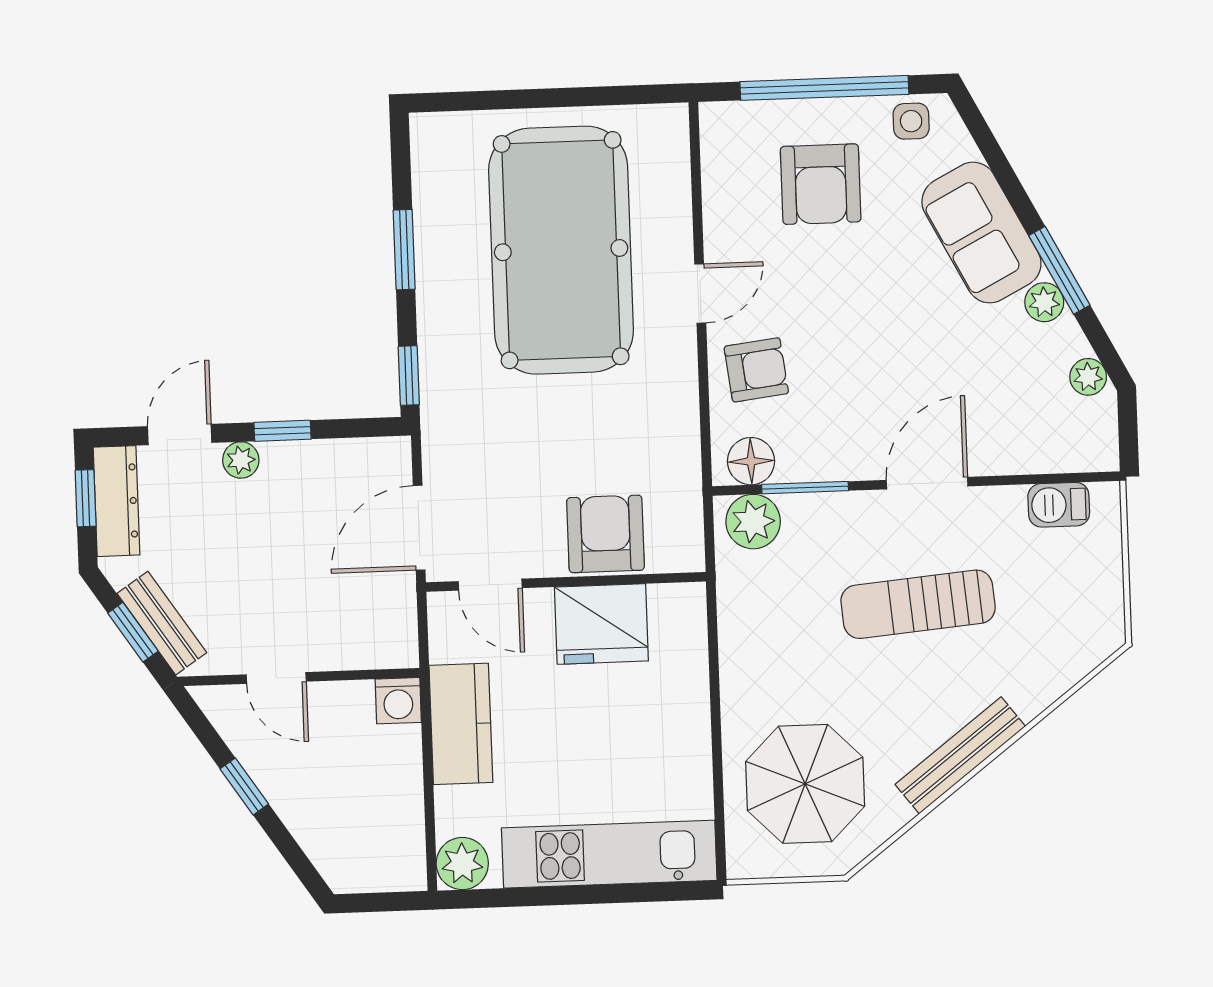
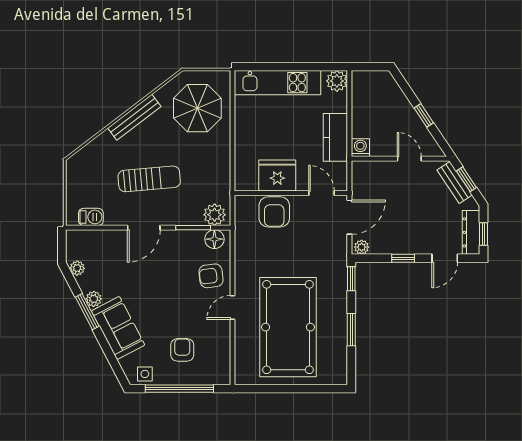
armchair: (821, 184) -> (182, 350), width x0.72, depth x0.72
plant: (241, 460) -> (362, 247), moved

